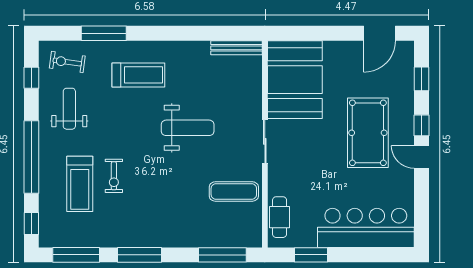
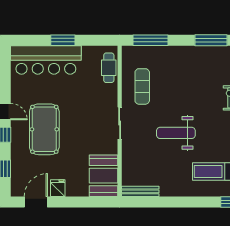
fridge: (350, 52) -> (58, 188), added
booth: (295, 80) -> (104, 176), width x0.73, depth x0.70
exercise mat: (234, 191) -> (142, 86), turned 90
window: (311, 255) -> (63, 40), moved

